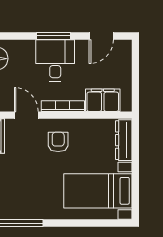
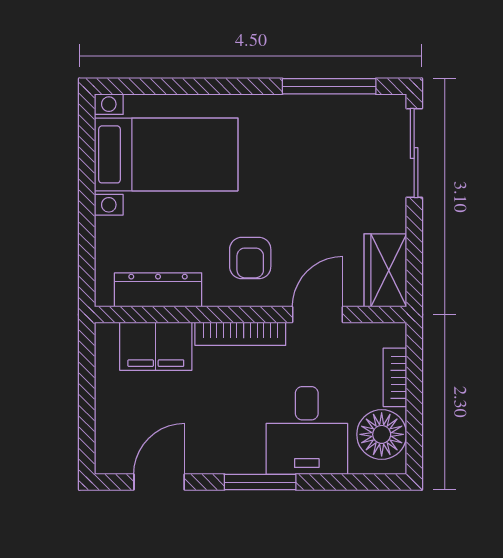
desk: (55, 60) -> (307, 431), moved
door: (26, 115) -> (318, 315), swing flipped
dresser: (124, 140) -> (158, 290), moved, turned -90

